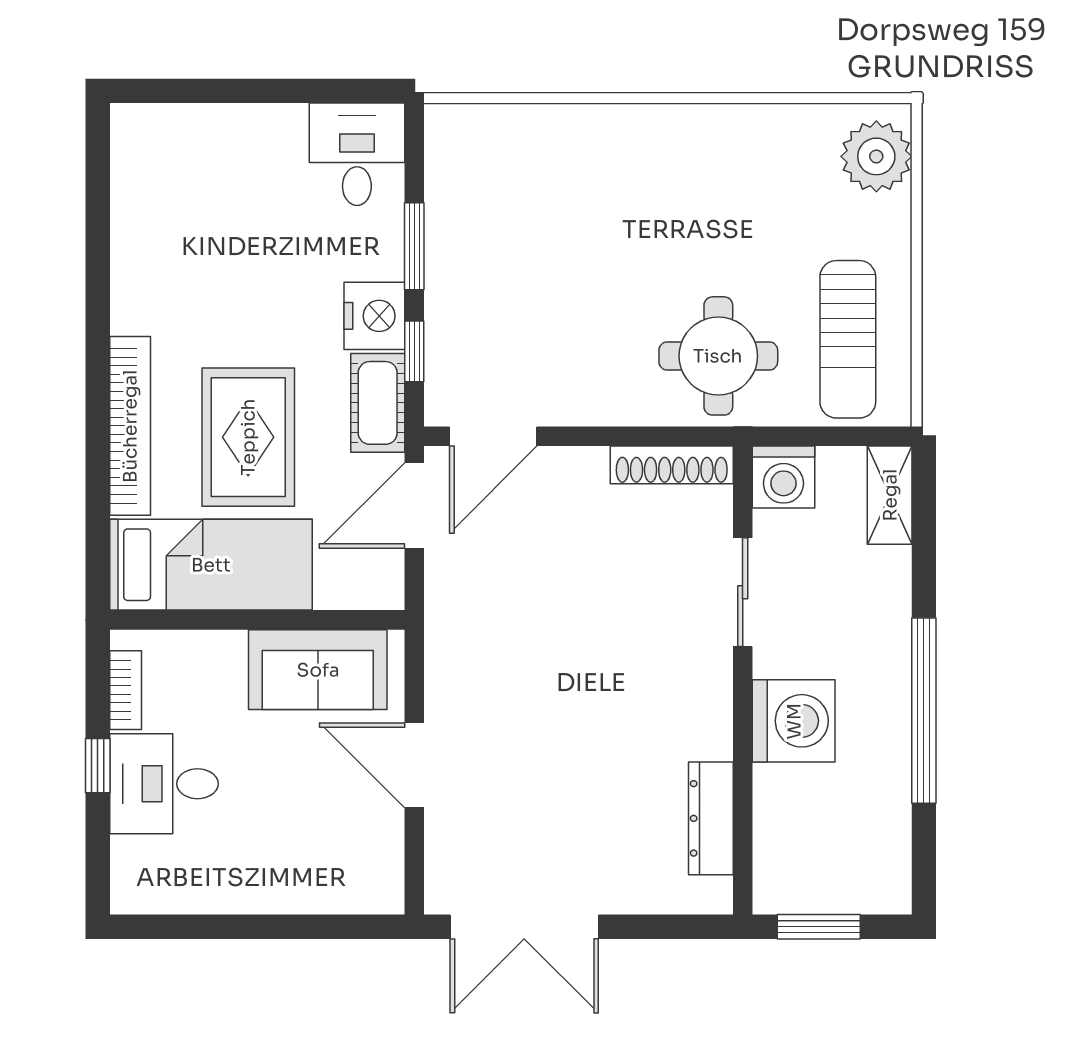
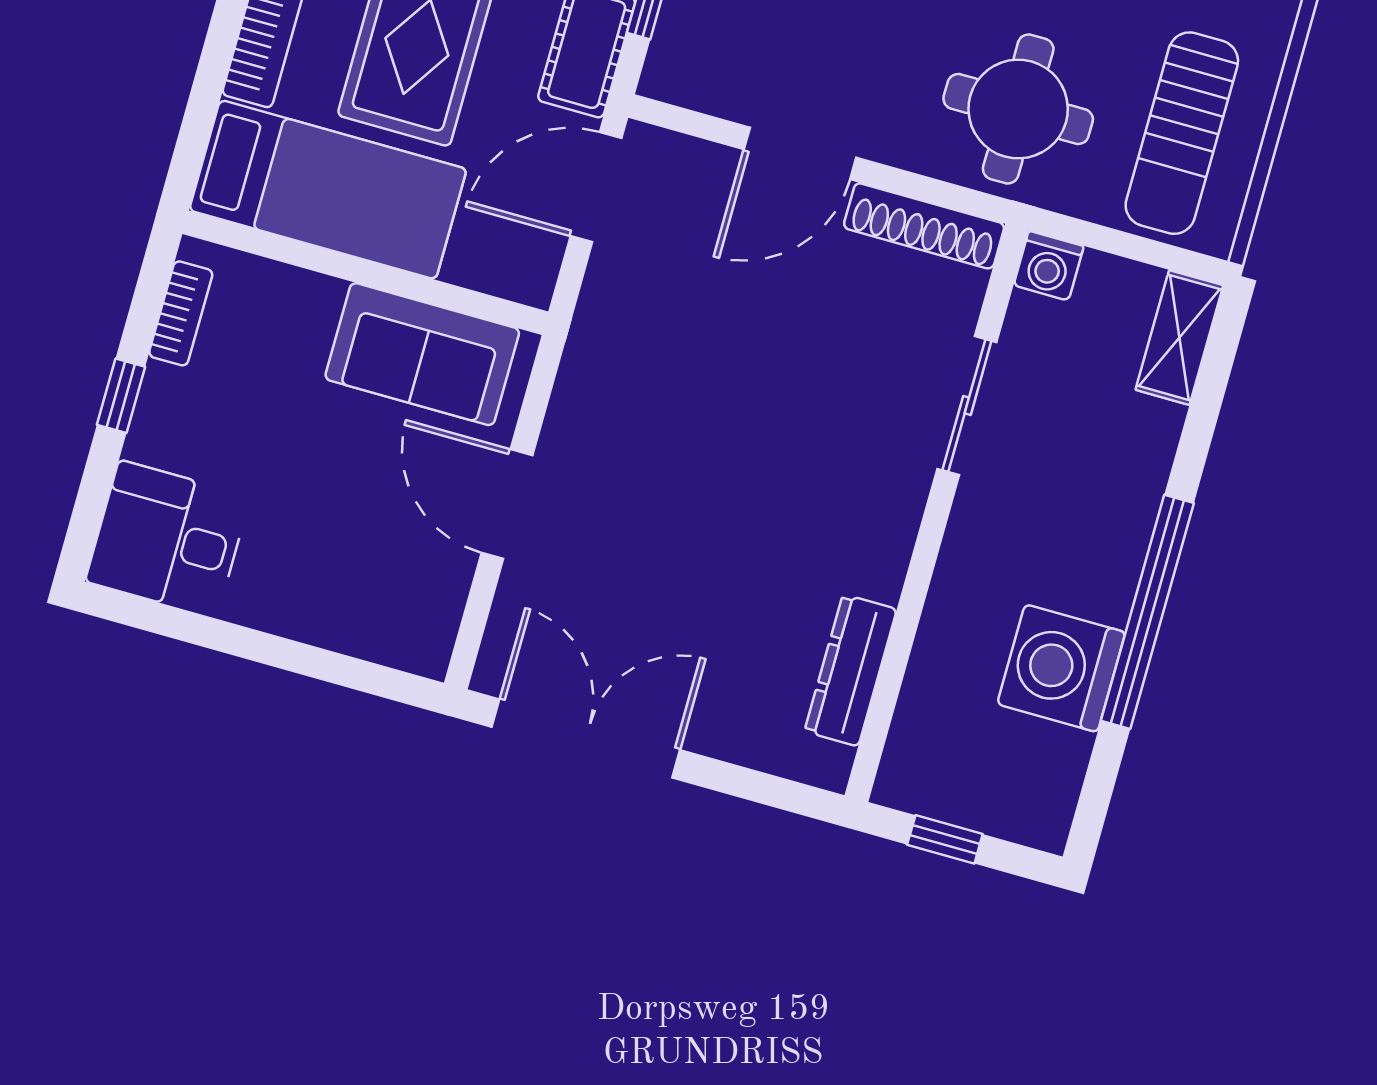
door: (493, 436) -> (800, 153), moved
washing machine: (783, 477) -> (1049, 266), width x0.73, depth x0.73
washing machine: (794, 721) -> (1061, 668), moved, turned 180
desk: (164, 784) -> (168, 539), moved
double door: (524, 927) -> (586, 738), swing flipped
window: (819, 927) -> (945, 839), width x0.67

